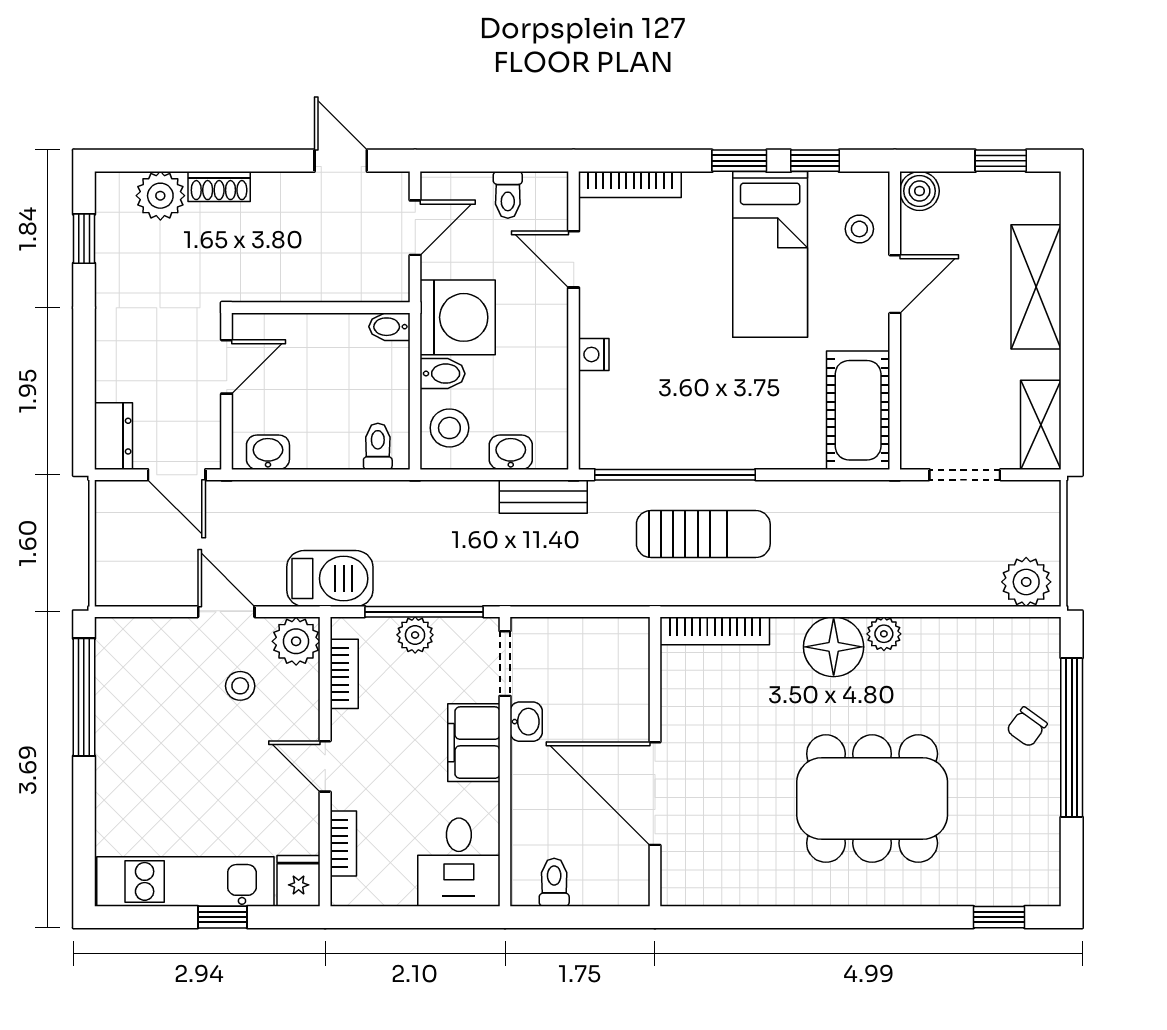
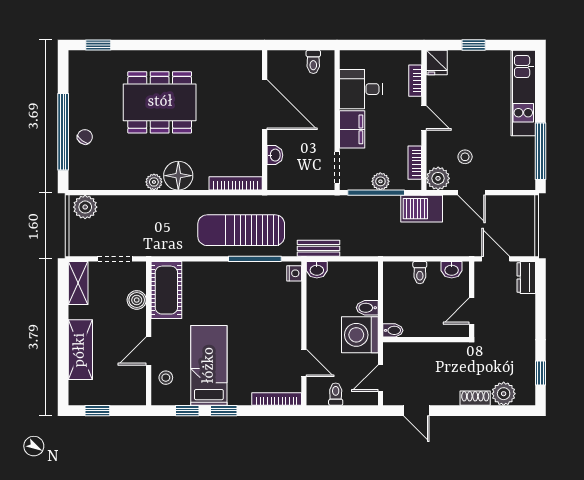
boiler: (919, 191) -> (137, 300), moved
nightstand: (594, 354) -> (294, 273), moved
stool: (449, 428) -> (364, 281), removed
toilet: (378, 446) -> (420, 273), moved
washbasin: (511, 452) -> (317, 270), moved
window: (675, 475) -> (255, 259), width x0.68
sun lounger: (703, 534) -> (241, 230), width x1.36, depth x1.34
washbasin: (526, 722) -> (275, 155), moved, turned 180
desk: (459, 862) -> (361, 89), moved, turned -90
kitchen unit: (185, 881) -> (523, 93), moved, turned 90

